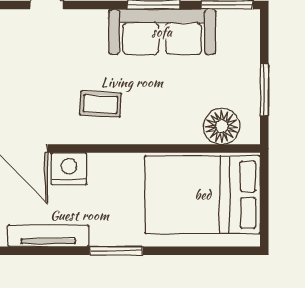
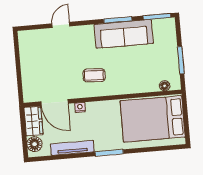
floor lamp: (222, 126) -> (165, 86), width x0.53, depth x0.53
nightstand: (69, 169) -> (80, 107), width x0.53, depth x0.56

